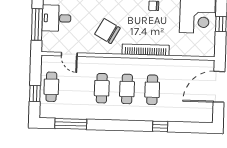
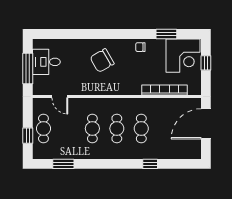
chair: (107, 31) -> (102, 60), moved, turned -59
bookcase: (146, 50) -> (164, 90), moved
window: (71, 124) -> (63, 164), width x0.69

